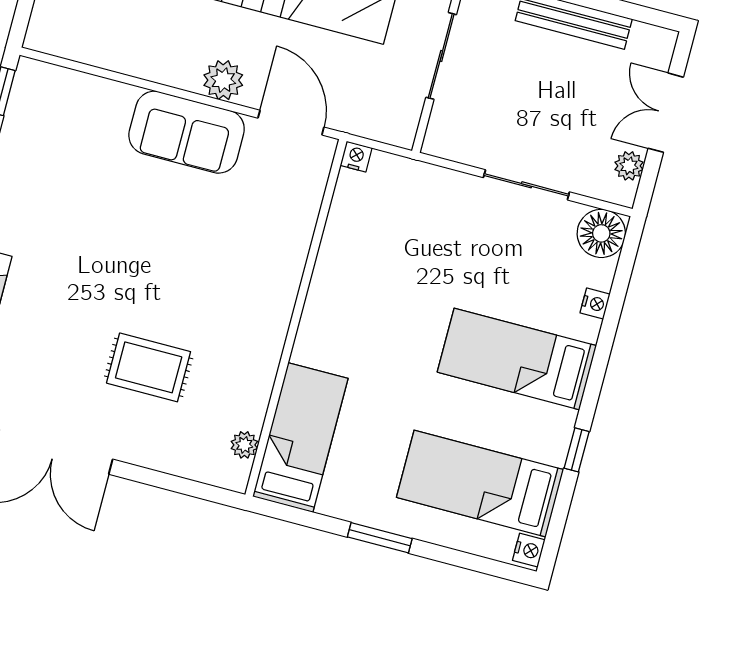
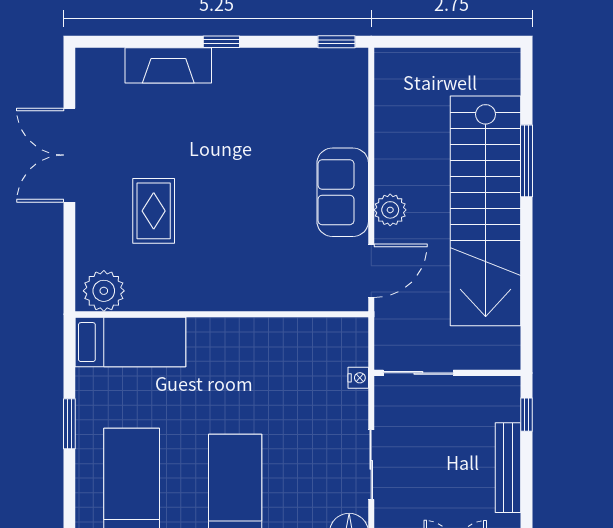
sliding door: (441, 56) -> (418, 373), moved
nightstand: (356, 157) -> (358, 378), moved
plant: (244, 445) -> (104, 291), width x1.87, depth x1.87

